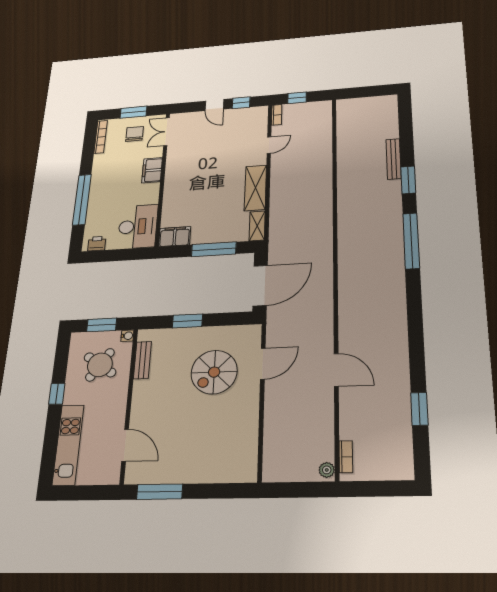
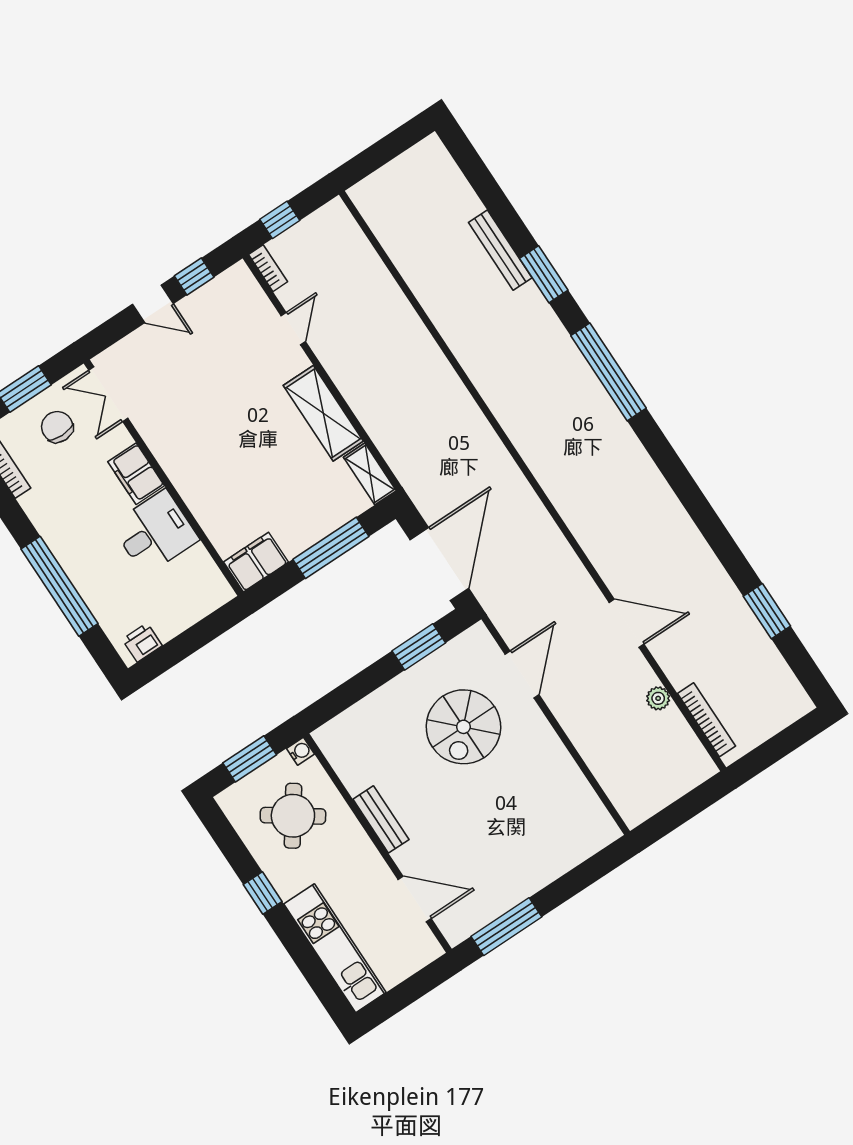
desk: (138, 226) -> (155, 532), moved, width x0.73
window: (187, 321) -> (419, 647), moved
bench: (142, 360) -> (381, 819), moved
bookcase: (346, 457) -> (706, 720), width x1.56
plant: (327, 470) -> (658, 698), moved

